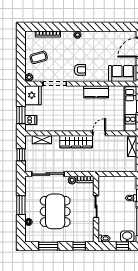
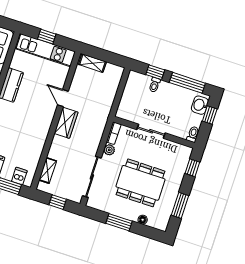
wardrobe: (76, 142) -> (66, 123), width x0.67

